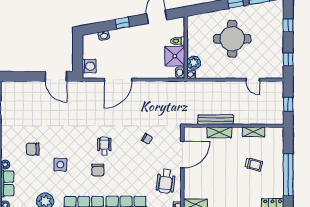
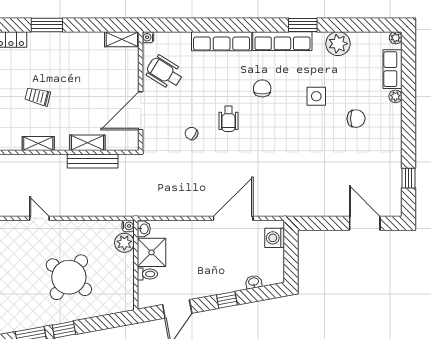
round table: (232, 39) -> (69, 277), turned 37
door: (56, 76) -> (365, 223), moved
wheelchair: (104, 146) -> (228, 119), moved
wheelchair: (166, 181) -> (165, 72), turned -65

